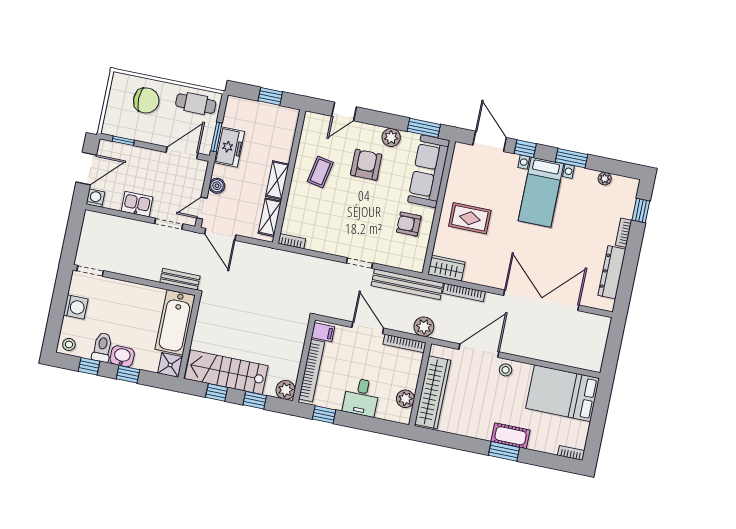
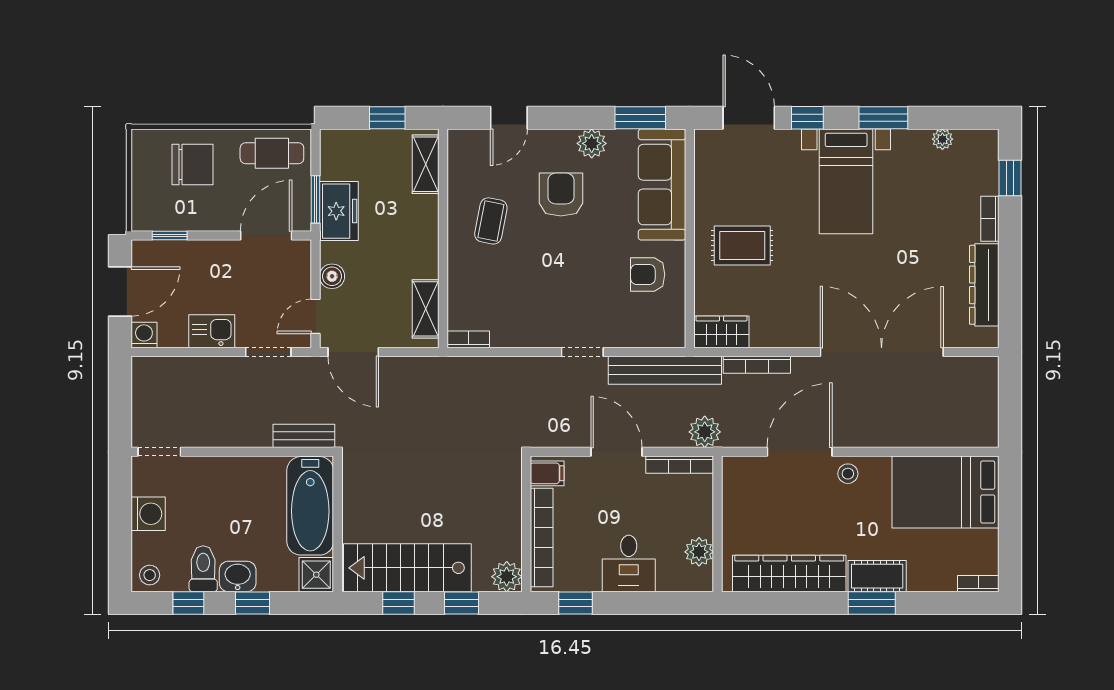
shelving: (277, 180) -> (426, 164), moved
wardrobe: (433, 392) -> (789, 574), moved, turned -90

